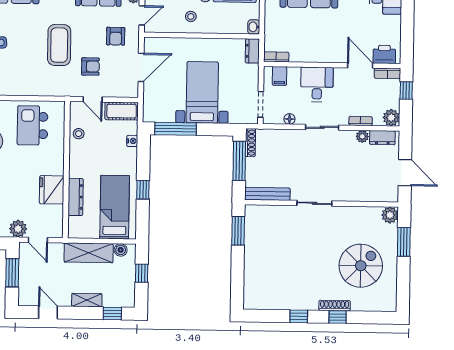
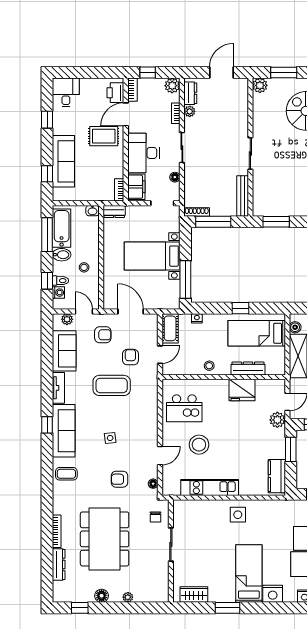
rug: (336, 41) -> (104, 136), added
filing cabinet: (280, 76) -> (136, 187), width x2.00
desk: (317, 84) -> (143, 153), width x1.37
stool: (79, 134) -> (209, 366), moved

